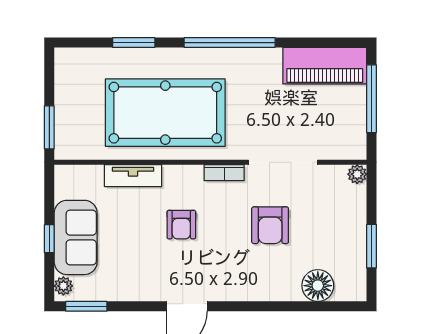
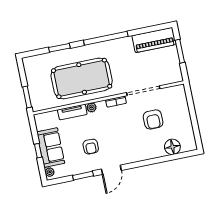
window: (372, 99) -> (180, 51), width x0.69
plant: (357, 174) -> (91, 107), moved
armchair: (181, 225) -> (91, 147), moved
armchair: (270, 225) -> (153, 119), moved
window: (372, 246) -> (194, 122), removed
window: (86, 306) -> (83, 176), moved

